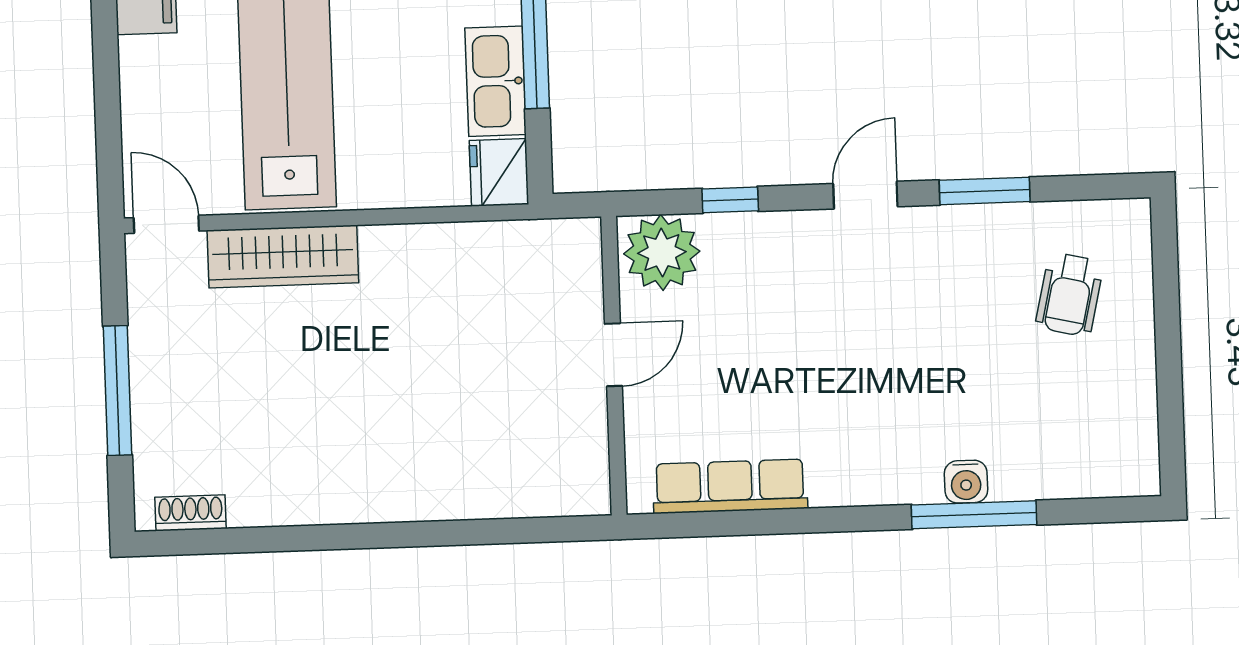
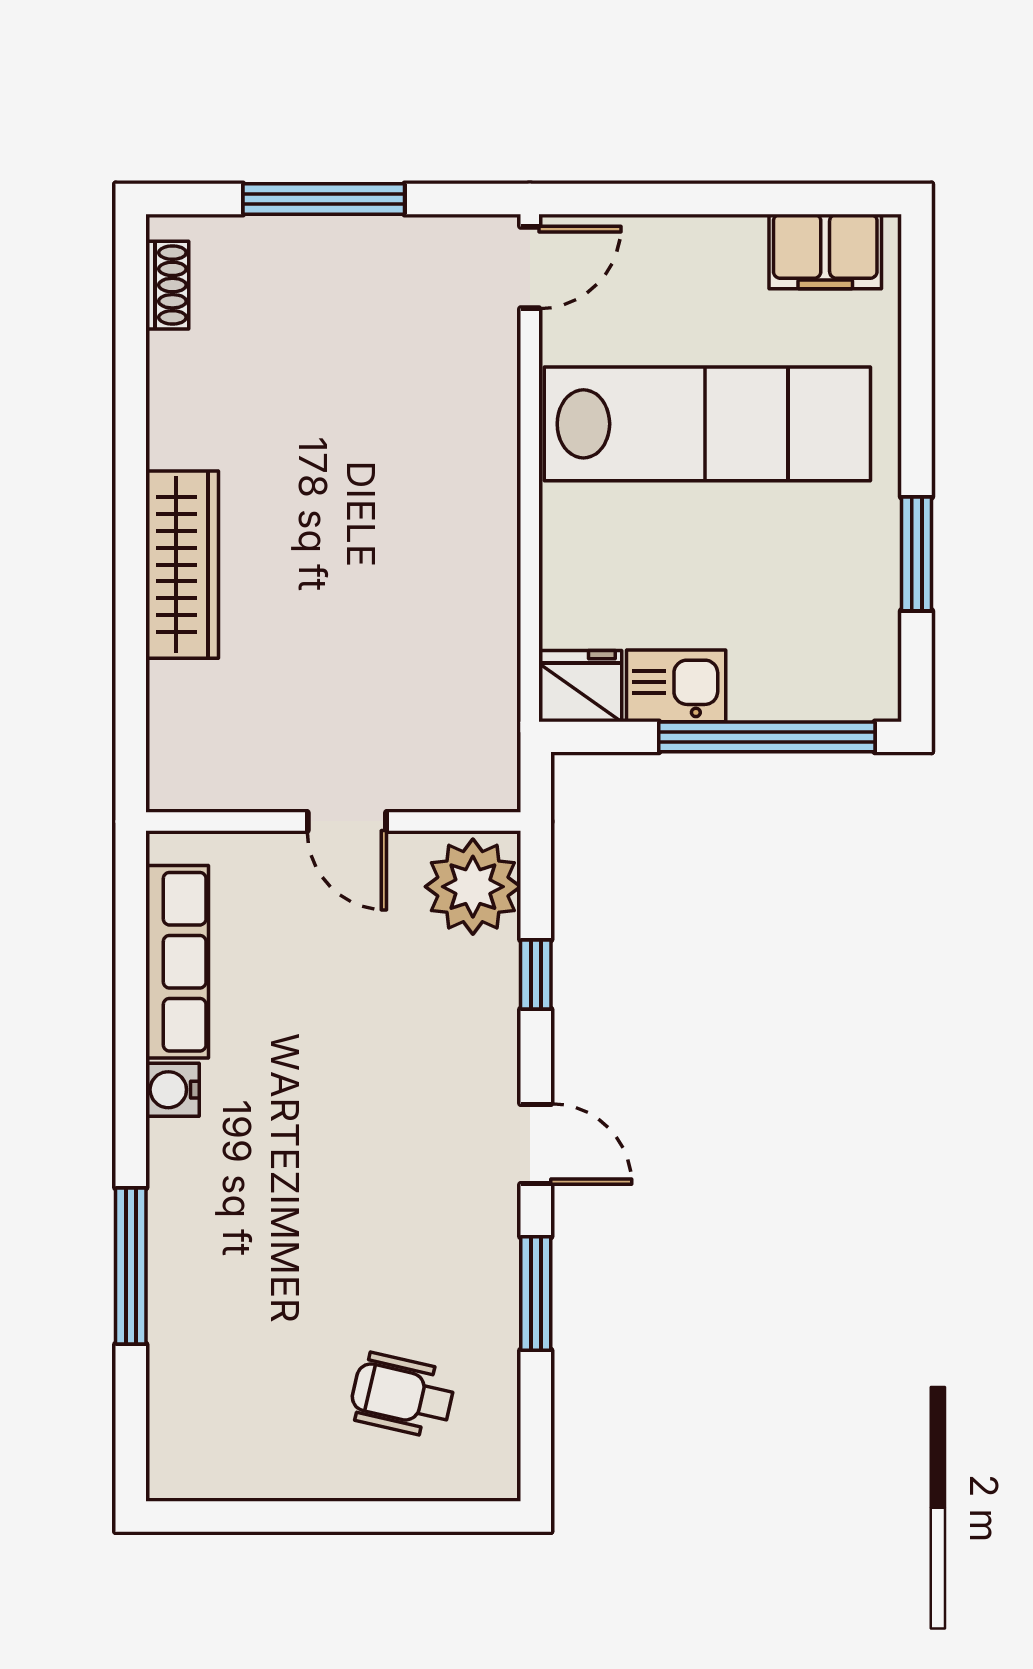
kitchen sink: (496, 81) -> (676, 686), width x0.73
wardrobe: (283, 256) -> (182, 565), moved, turned 180
water cooler: (966, 482) -> (173, 1090), moved

